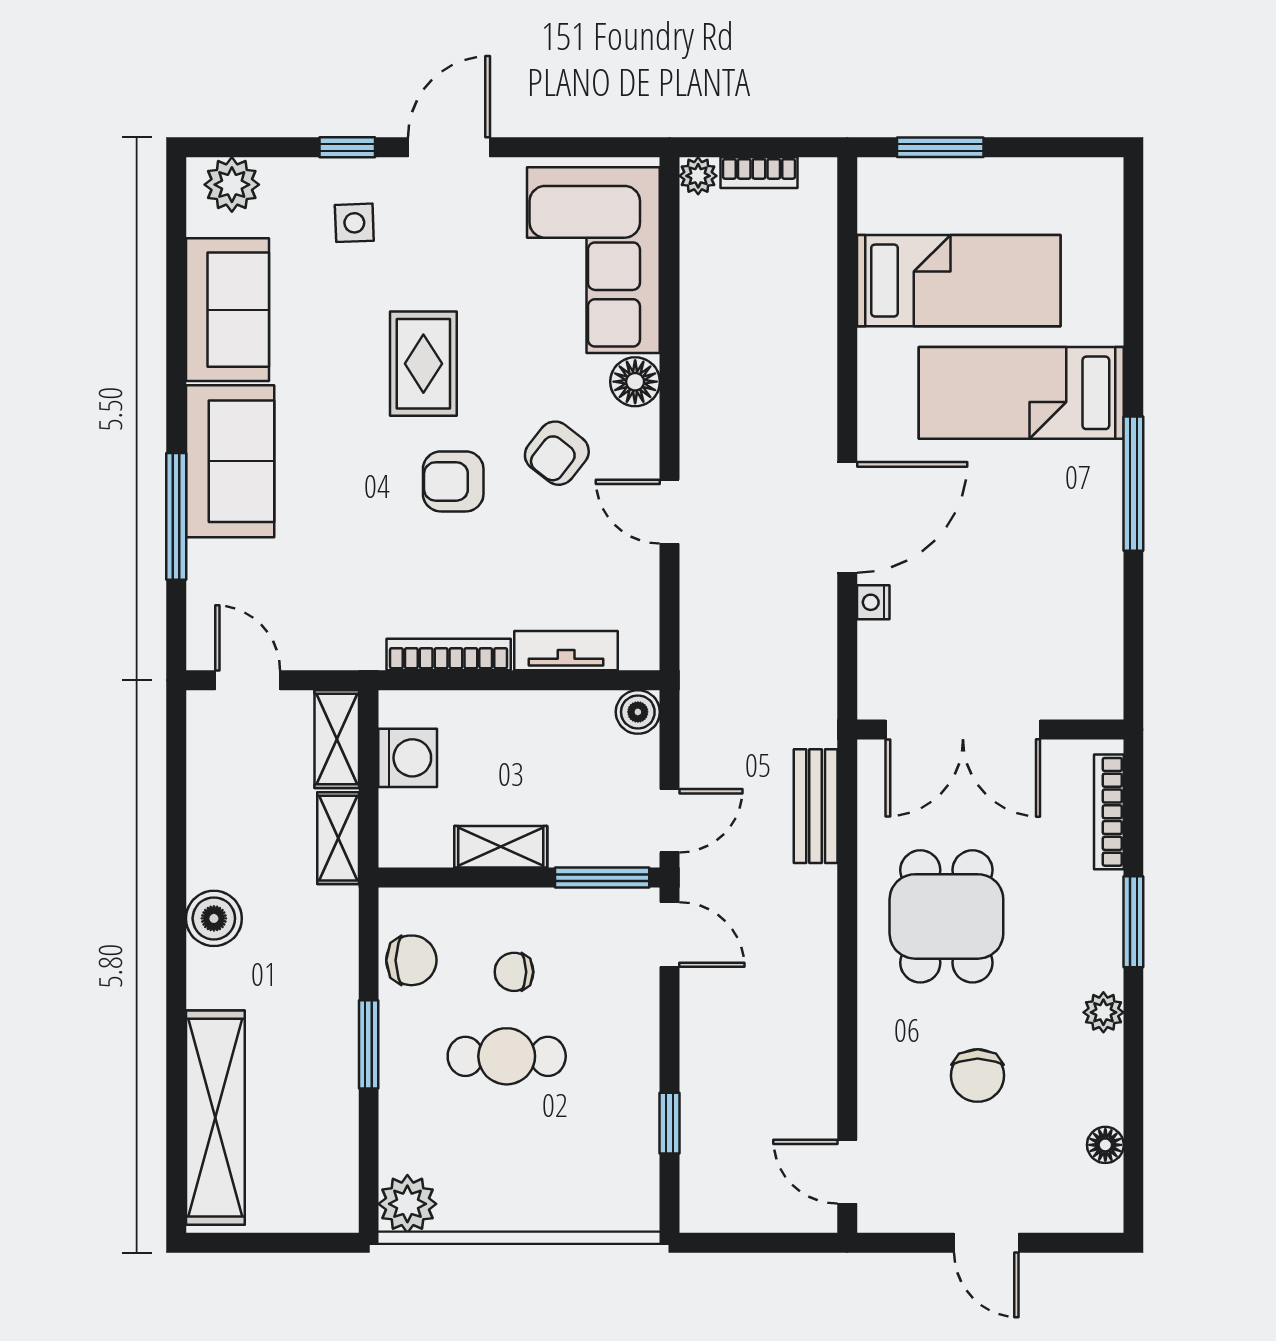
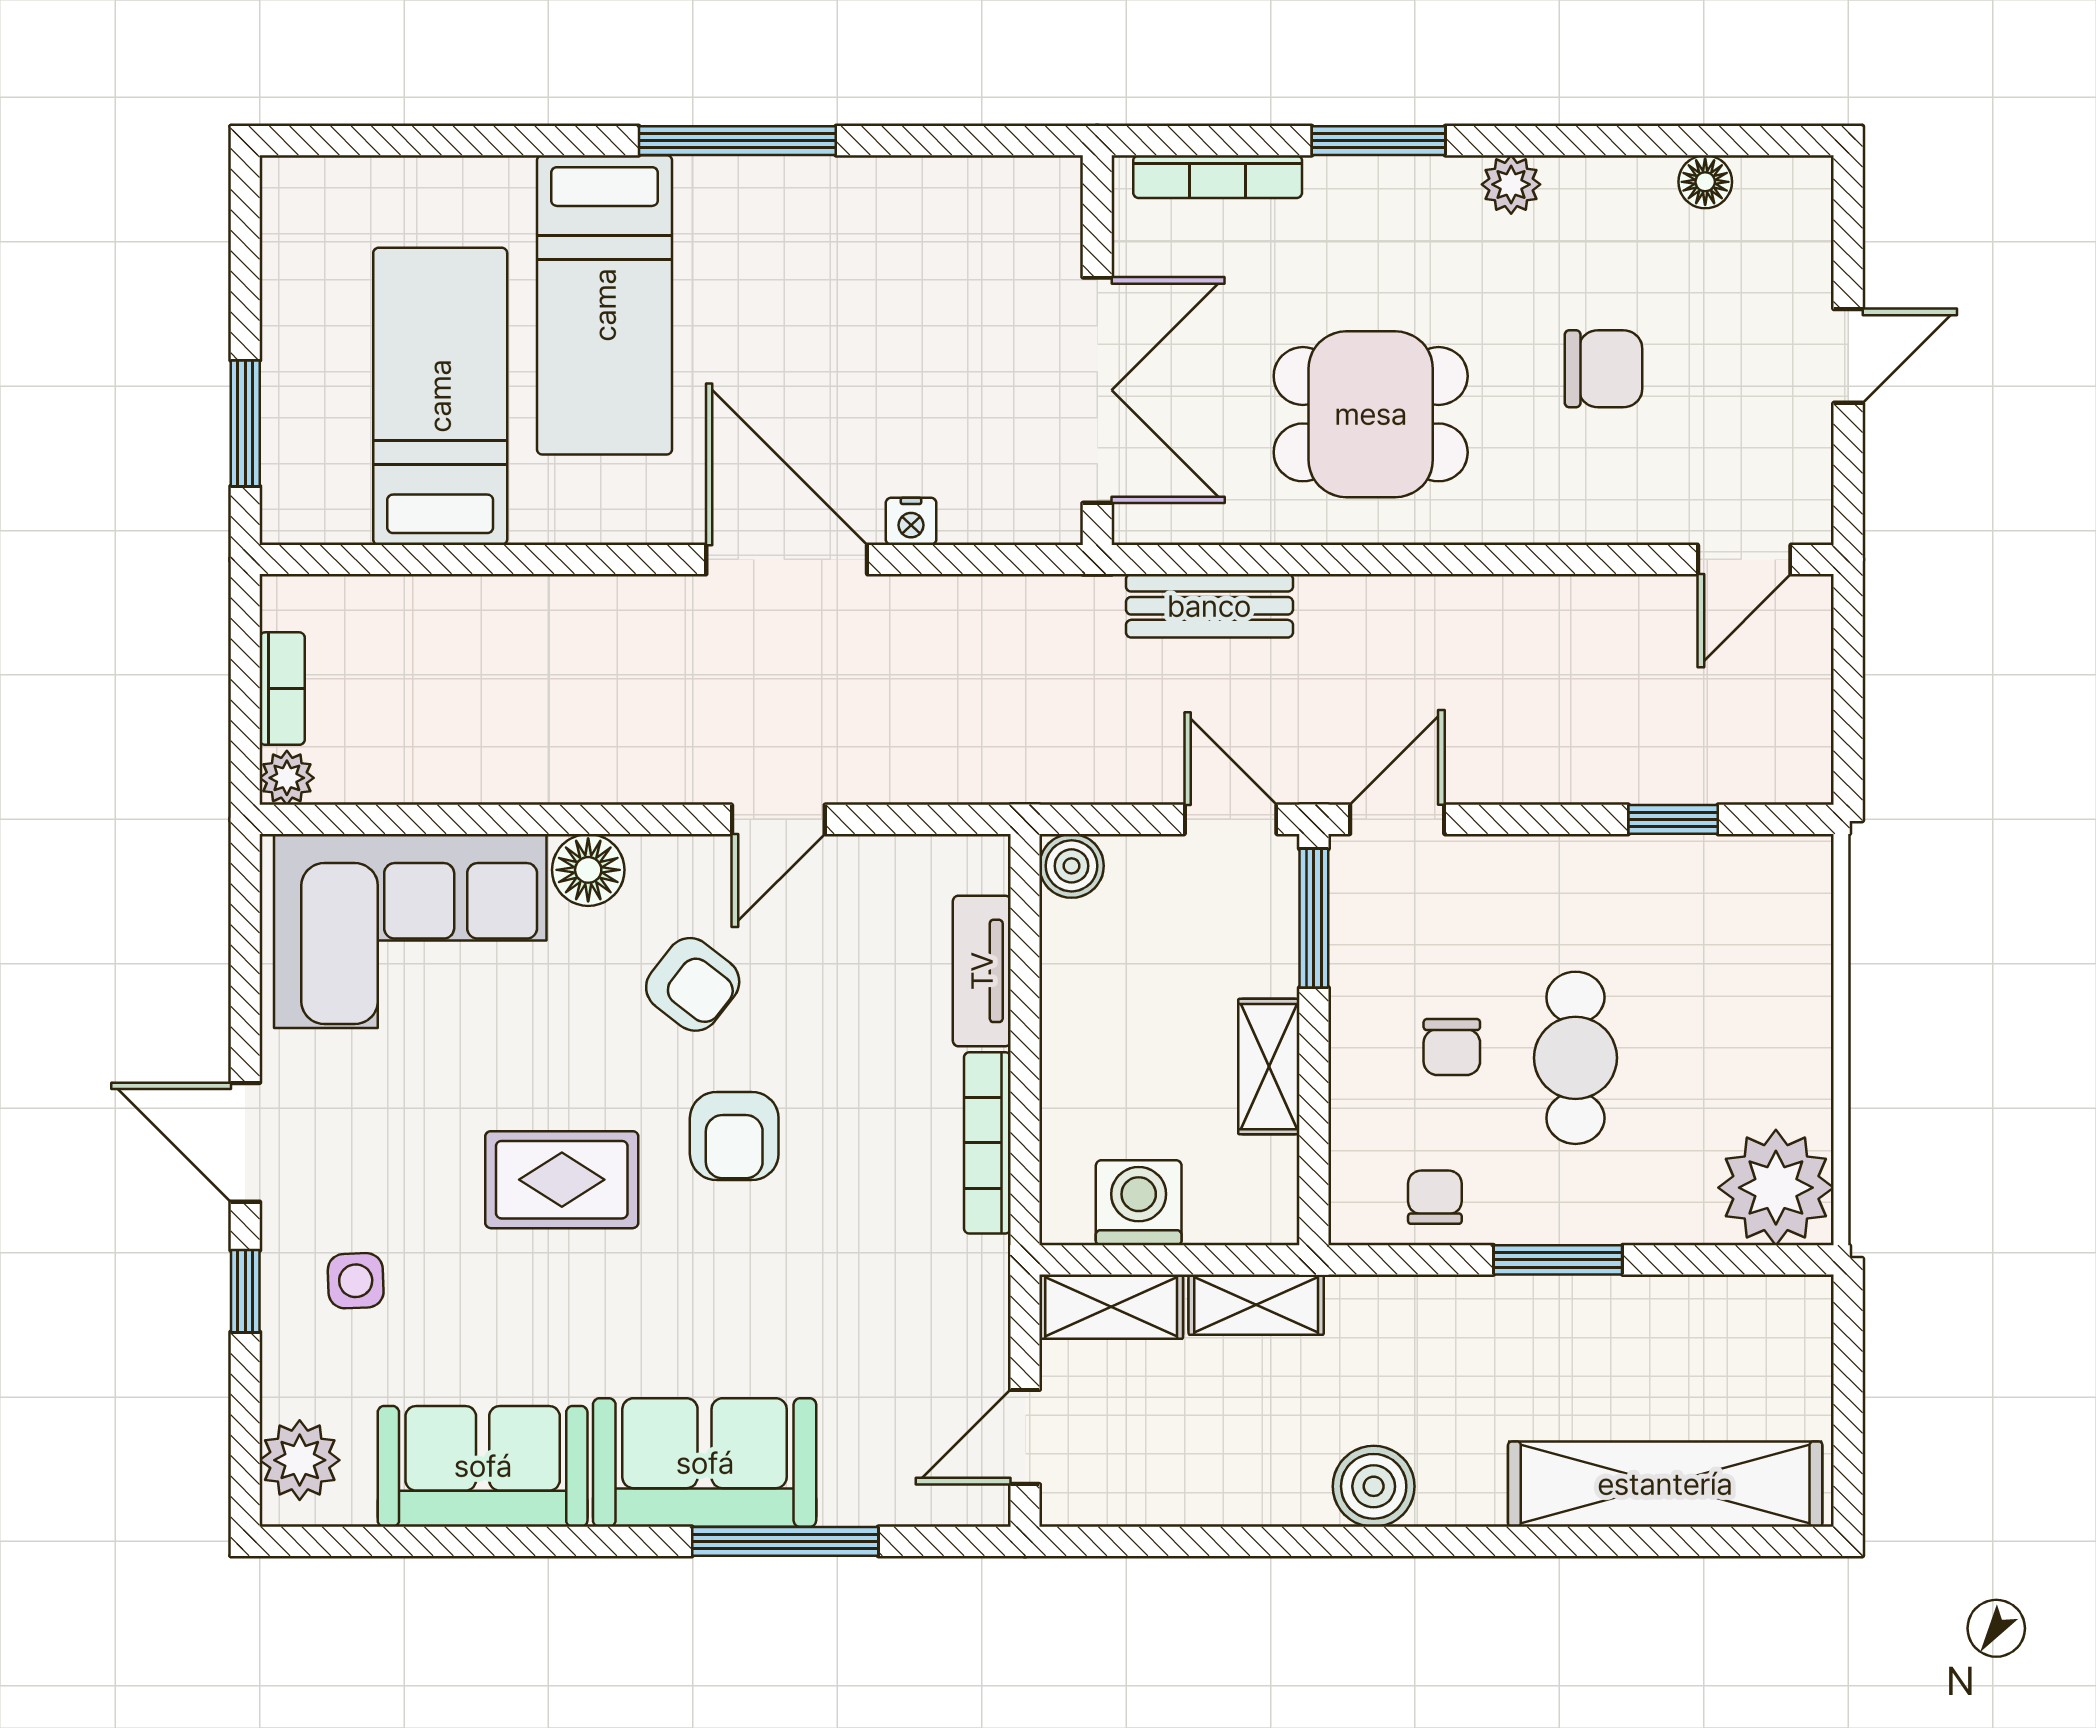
chair: (411, 960) -> (1435, 1197), width x0.73, depth x0.73
plant: (407, 1204) -> (1776, 1188), width x1.36, depth x1.36

